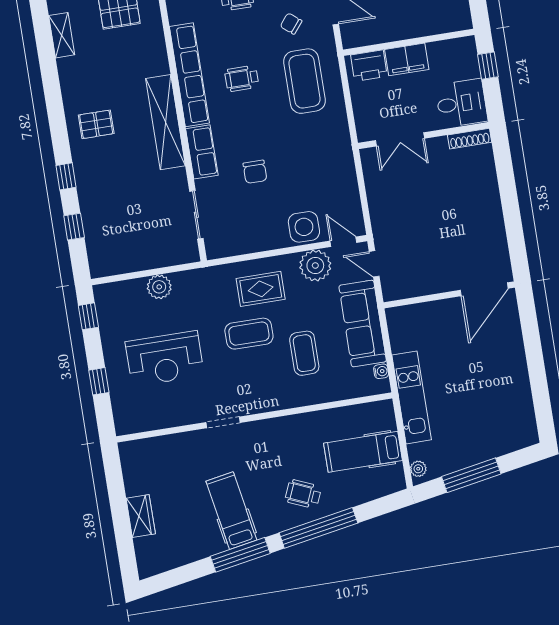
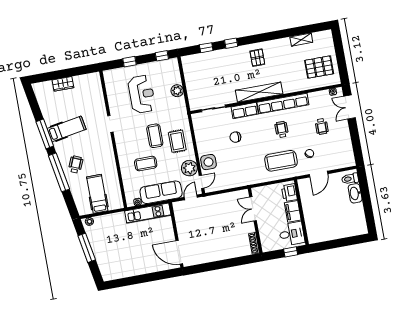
desk: (461, 103) -> (292, 234), moved, turned -90
reception desk: (165, 359) -> (142, 94), turned 180
kitchen unit: (412, 397) -> (148, 213), moved

